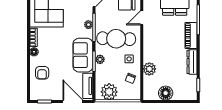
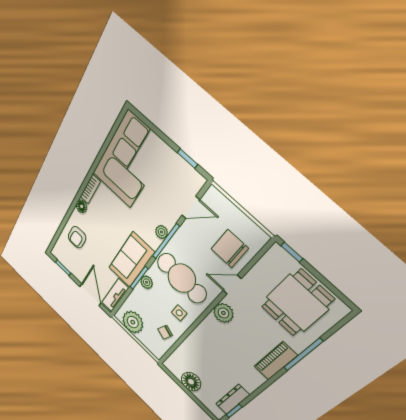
dresser: (192, 62) -> (233, 399), moved
plant: (149, 69) -> (223, 313), moved

